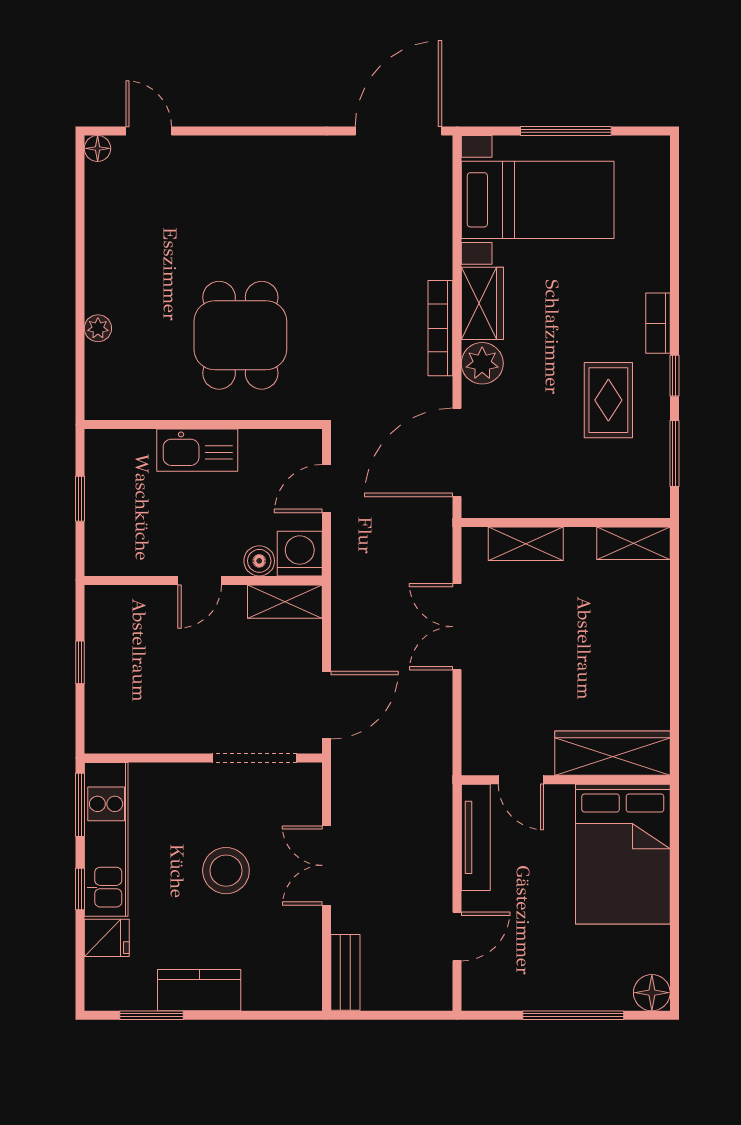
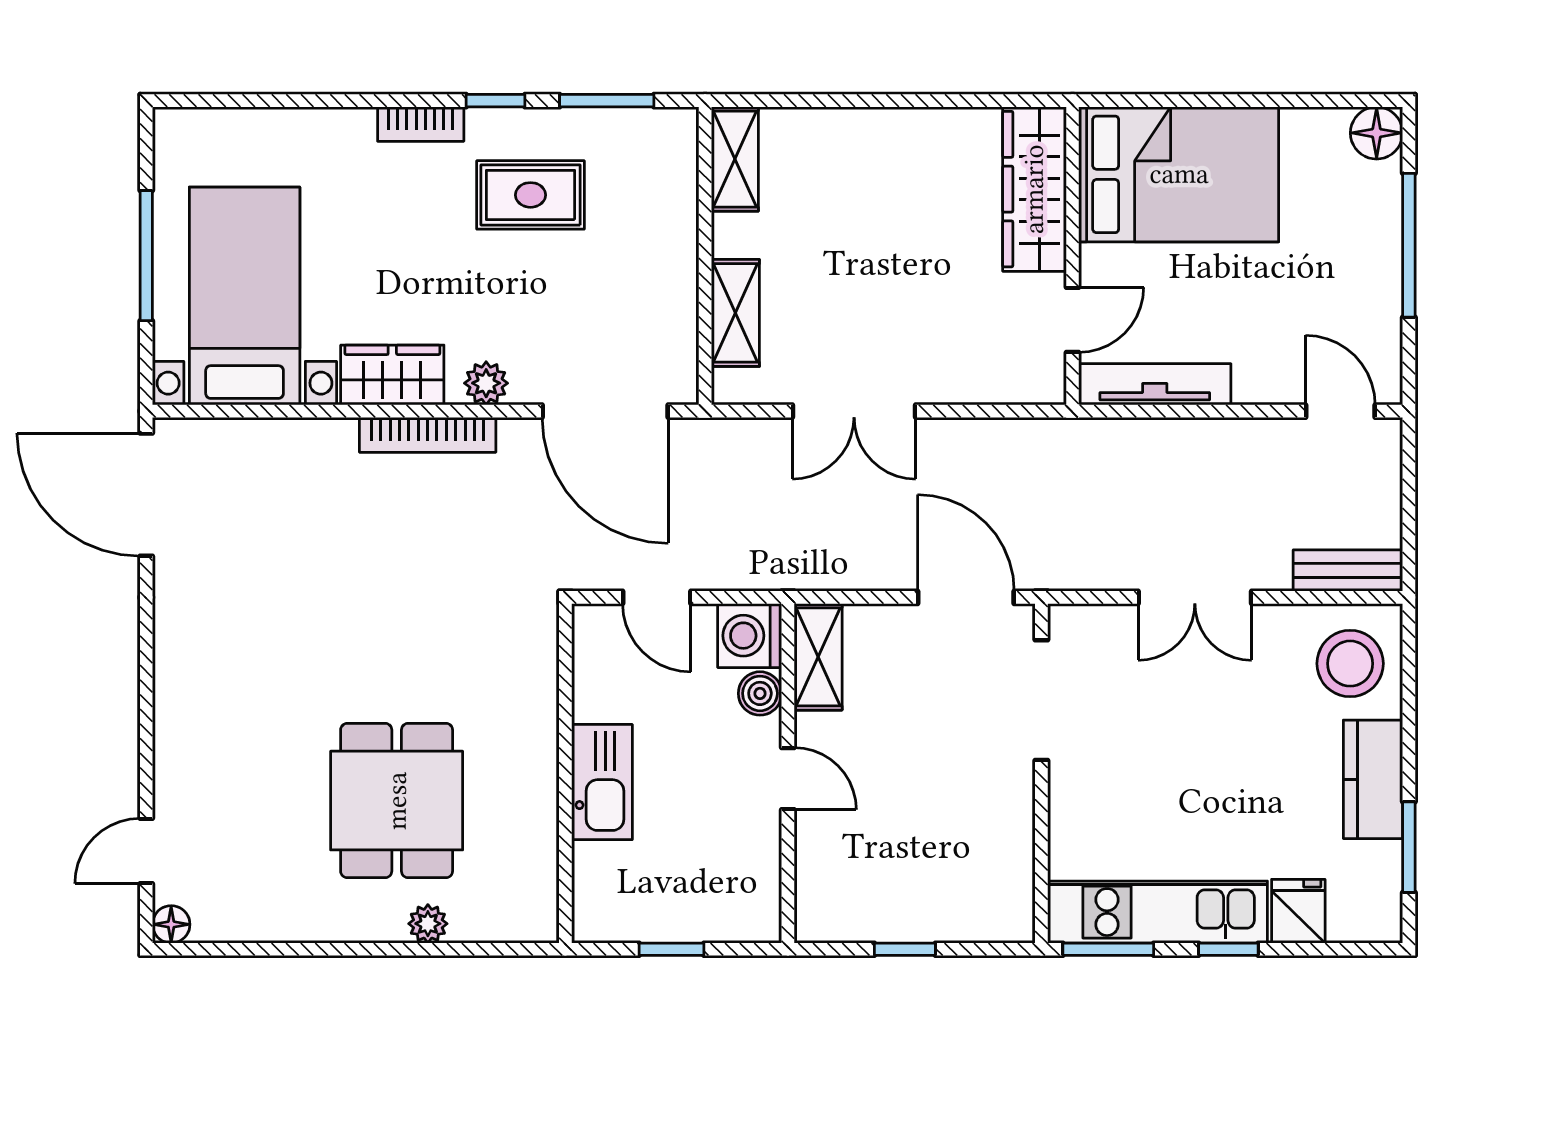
dining table: (240, 335) -> (397, 801), moved, turned 90
plant: (482, 363) -> (486, 383), width x0.73, depth x0.73
stool: (226, 871) -> (1350, 664), moved
door: (457, 936) -> (1340, 411), moved

